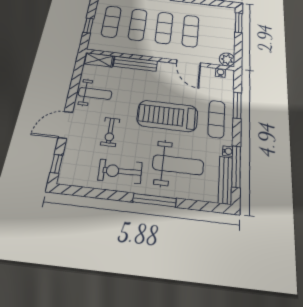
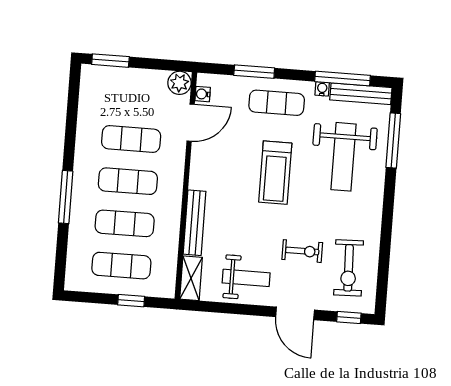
door: (189, 63) -> (191, 123), moved
weight bench: (95, 93) -> (246, 278), turned 90
treadmill: (167, 116) -> (275, 173), width x0.73, depth x0.73
weight bench: (178, 165) -> (344, 157), turned 180
exercise bike: (120, 171) -> (349, 268), moved
window: (155, 200) -> (393, 141), moved

